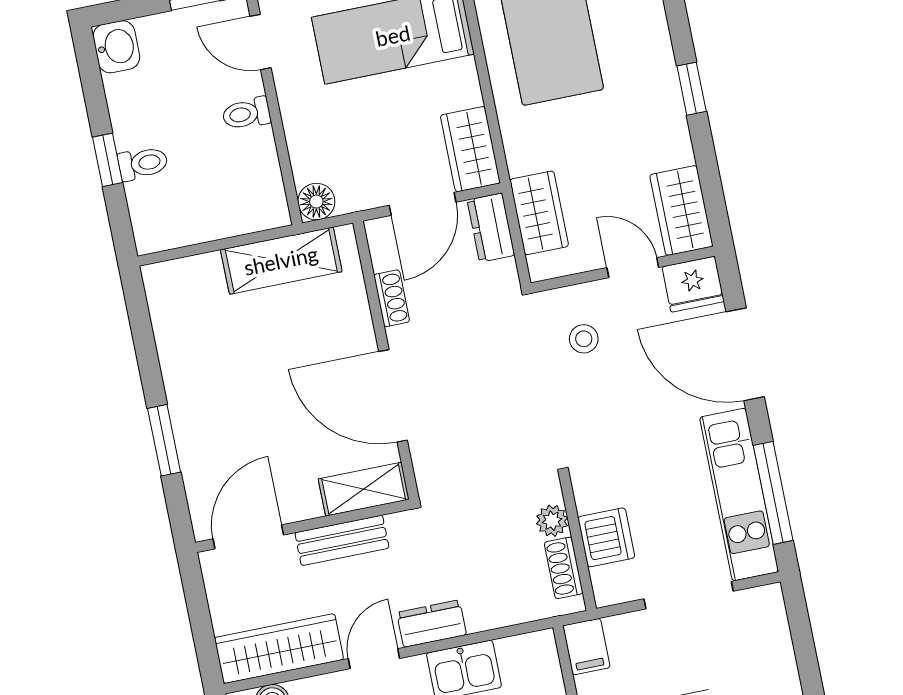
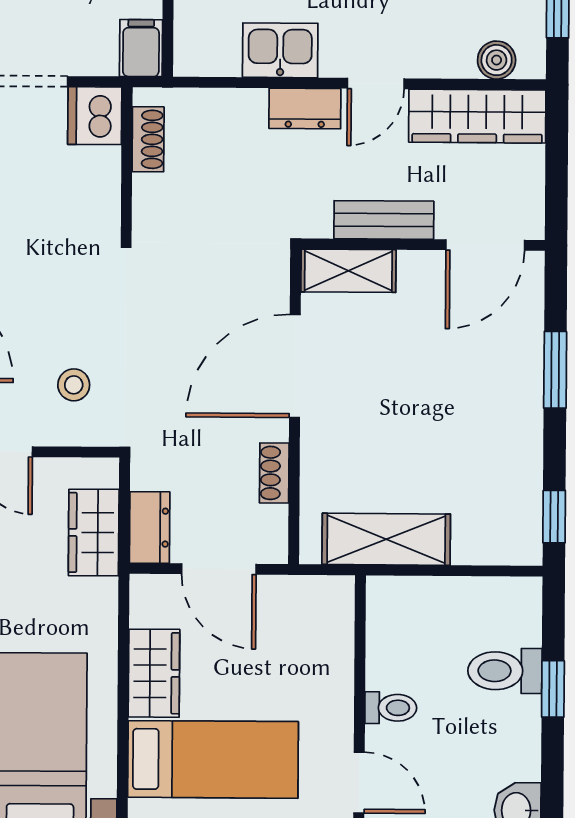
wardrobe: (470, 149) -> (154, 673), moved
toilet: (143, 163) -> (505, 671), width x1.37, depth x1.39
floor lamp: (316, 202) -> (334, 596), removed
door: (423, 204) -> (219, 569), swing flipped
window: (138, 311) -> (554, 517), added
door: (393, 396) -> (295, 366), swing flipped
plant: (552, 521) -> (150, 193), removed
dishwasher: (606, 537) -> (95, 116), moved

